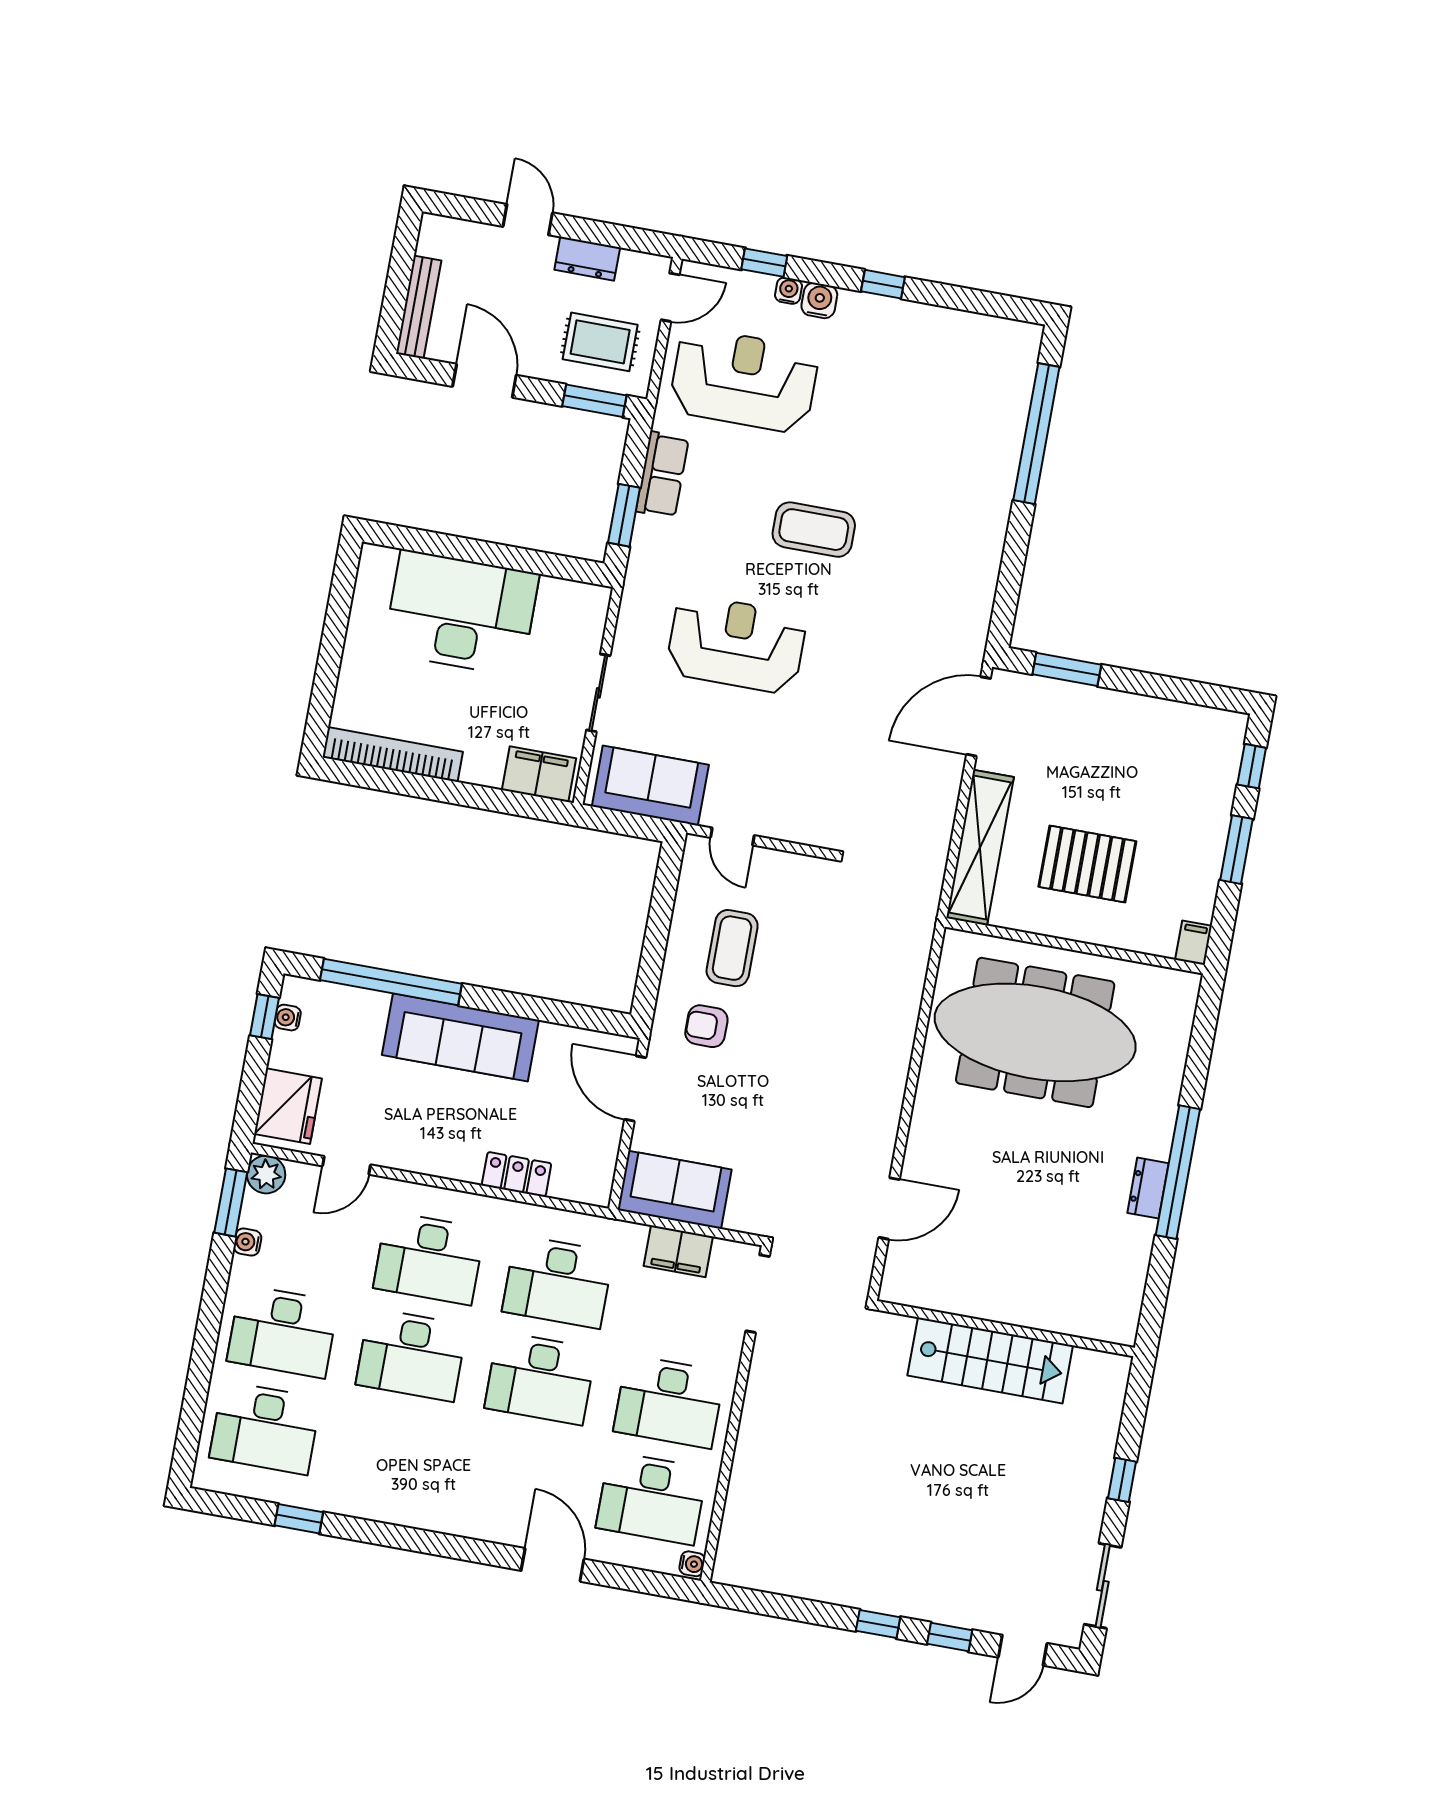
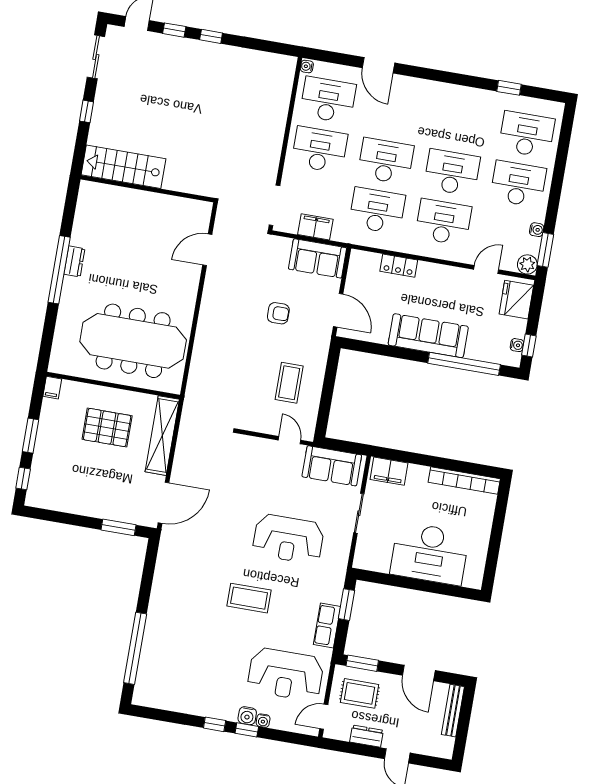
window: (764, 263) -> (247, 730), moved
armchair: (706, 1026) -> (278, 313), moved
stairs: (990, 1360) -> (123, 167), moved

